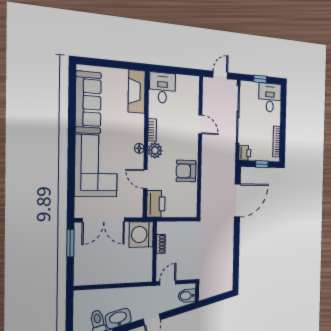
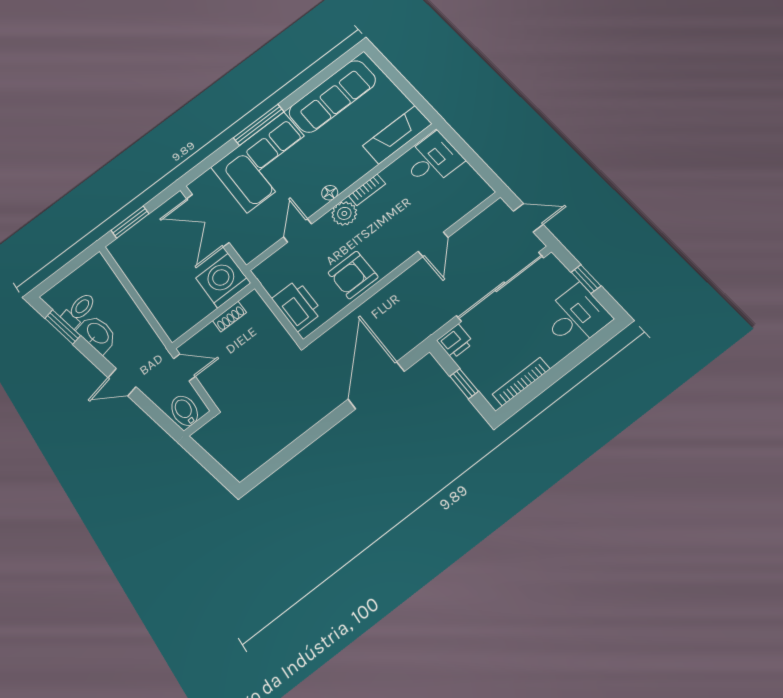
window: (71, 153) -> (259, 125), added
armchair: (186, 171) -> (353, 275), turned -90
door: (237, 200) -> (376, 385), swing flipped
printer: (156, 204) -> (297, 305), moved, turned -90
window: (70, 243) -> (130, 222), moved

